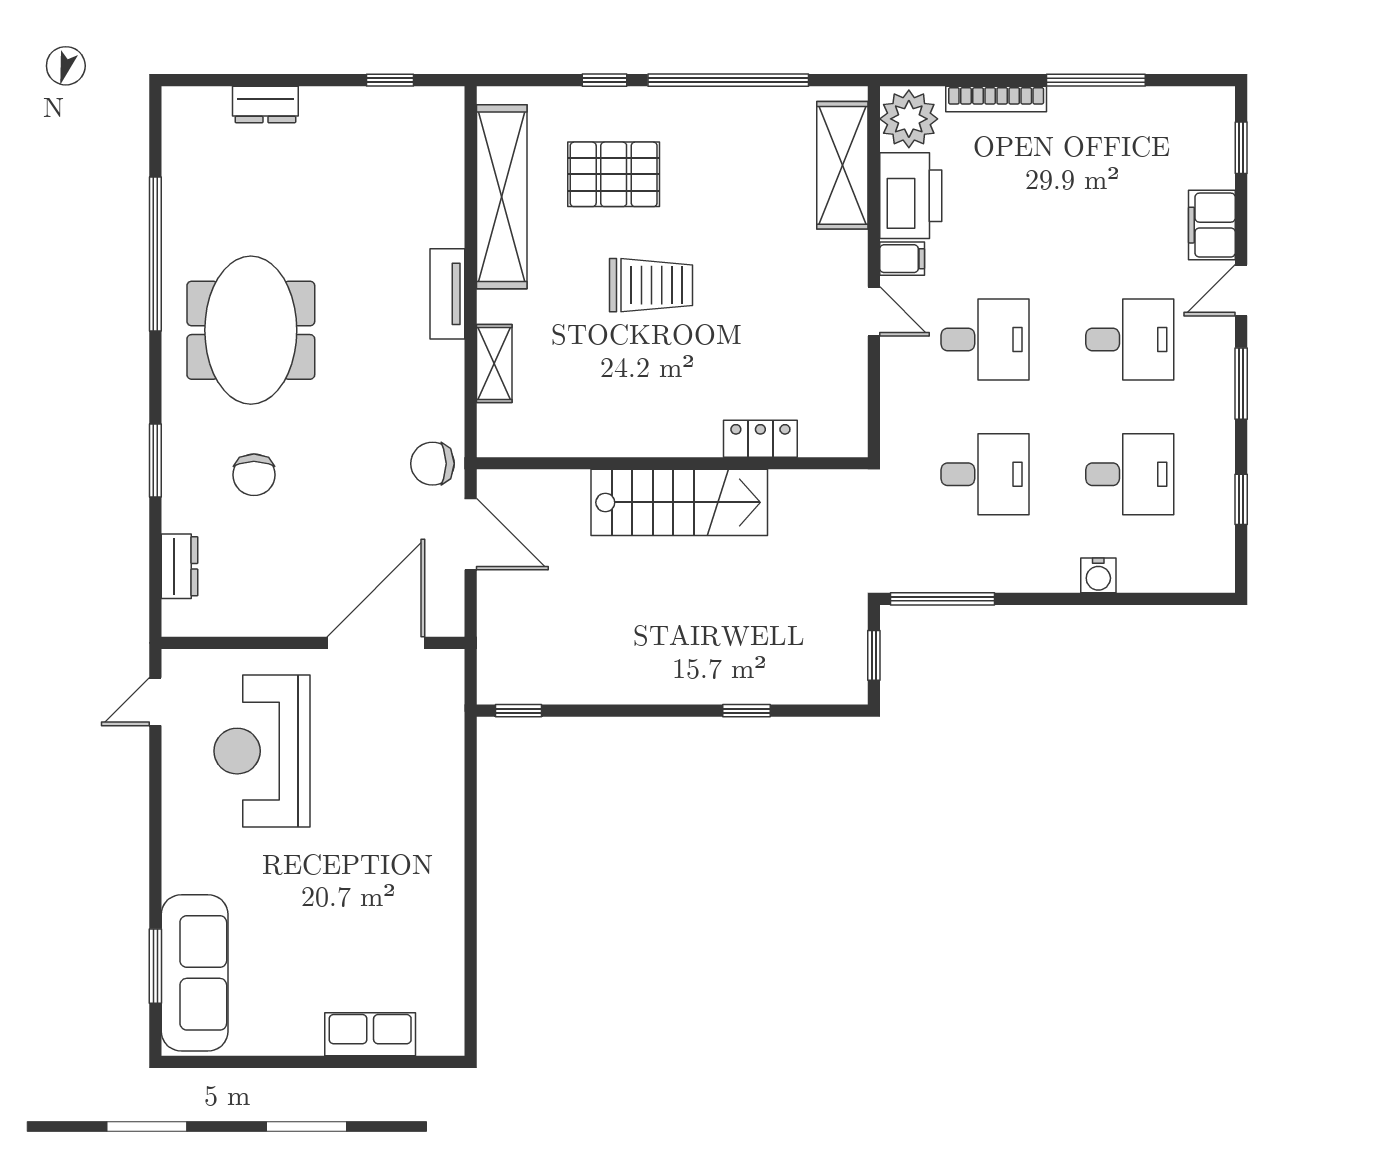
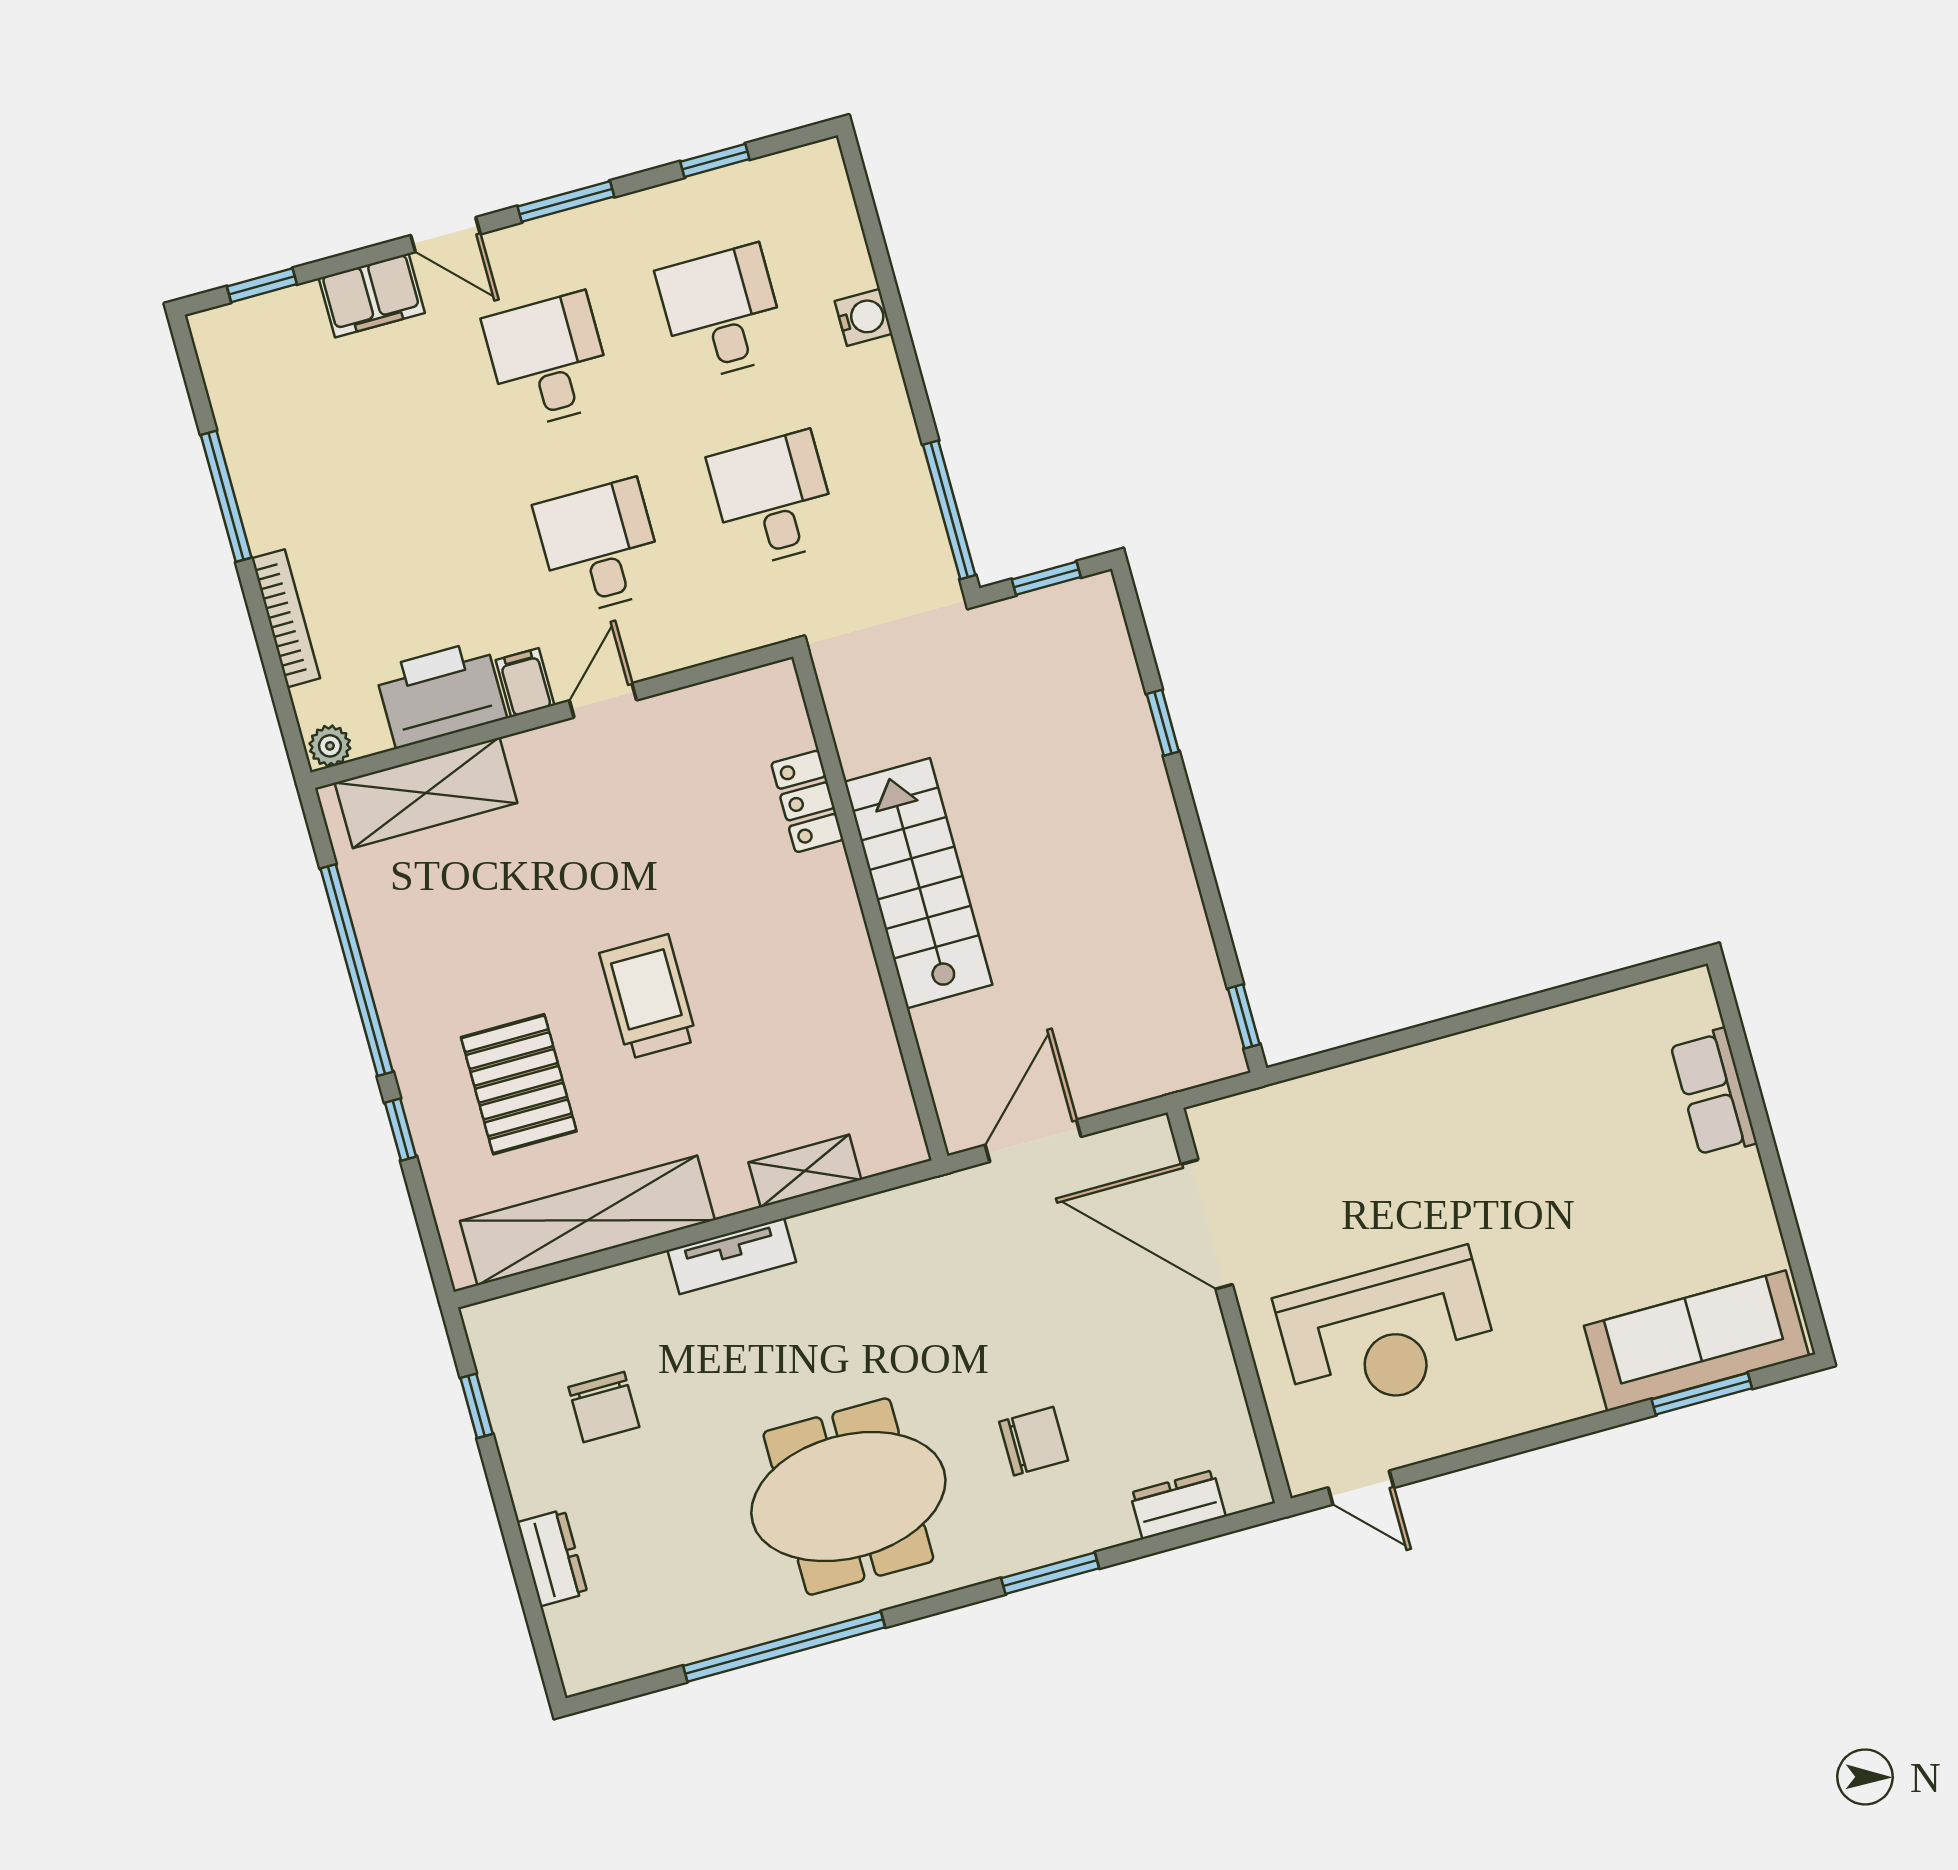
plant: (909, 119) -> (330, 746), width x0.53, depth x0.53
chair: (432, 464) -> (604, 1407), moved

